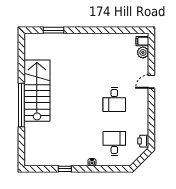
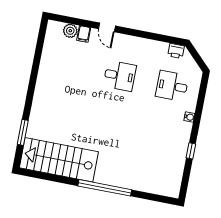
filing cabinet: (142, 41) -> (84, 34), moved
stairs: (37, 91) -> (59, 160), moved

